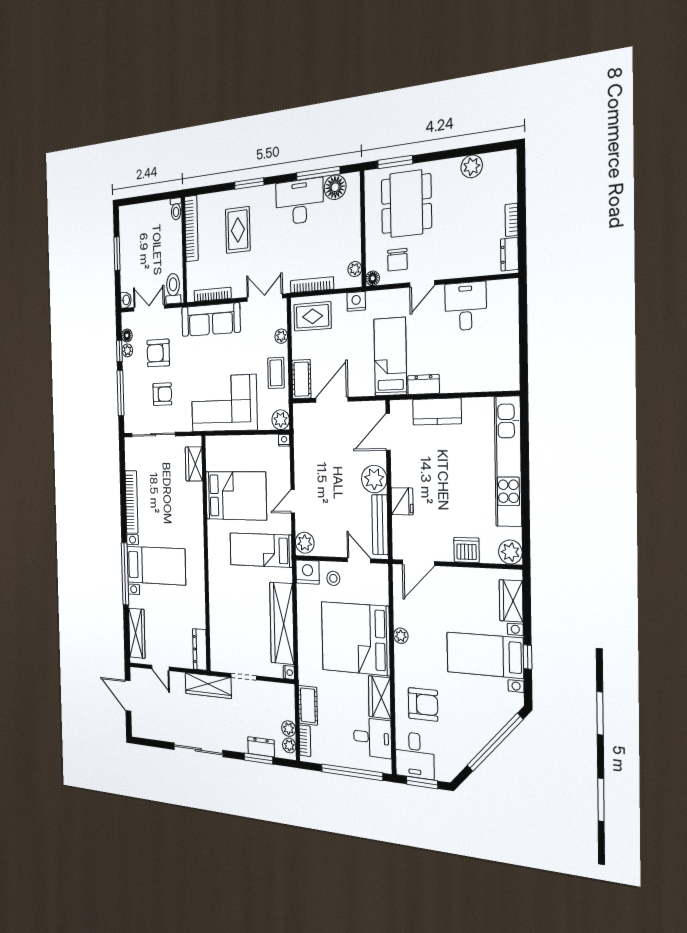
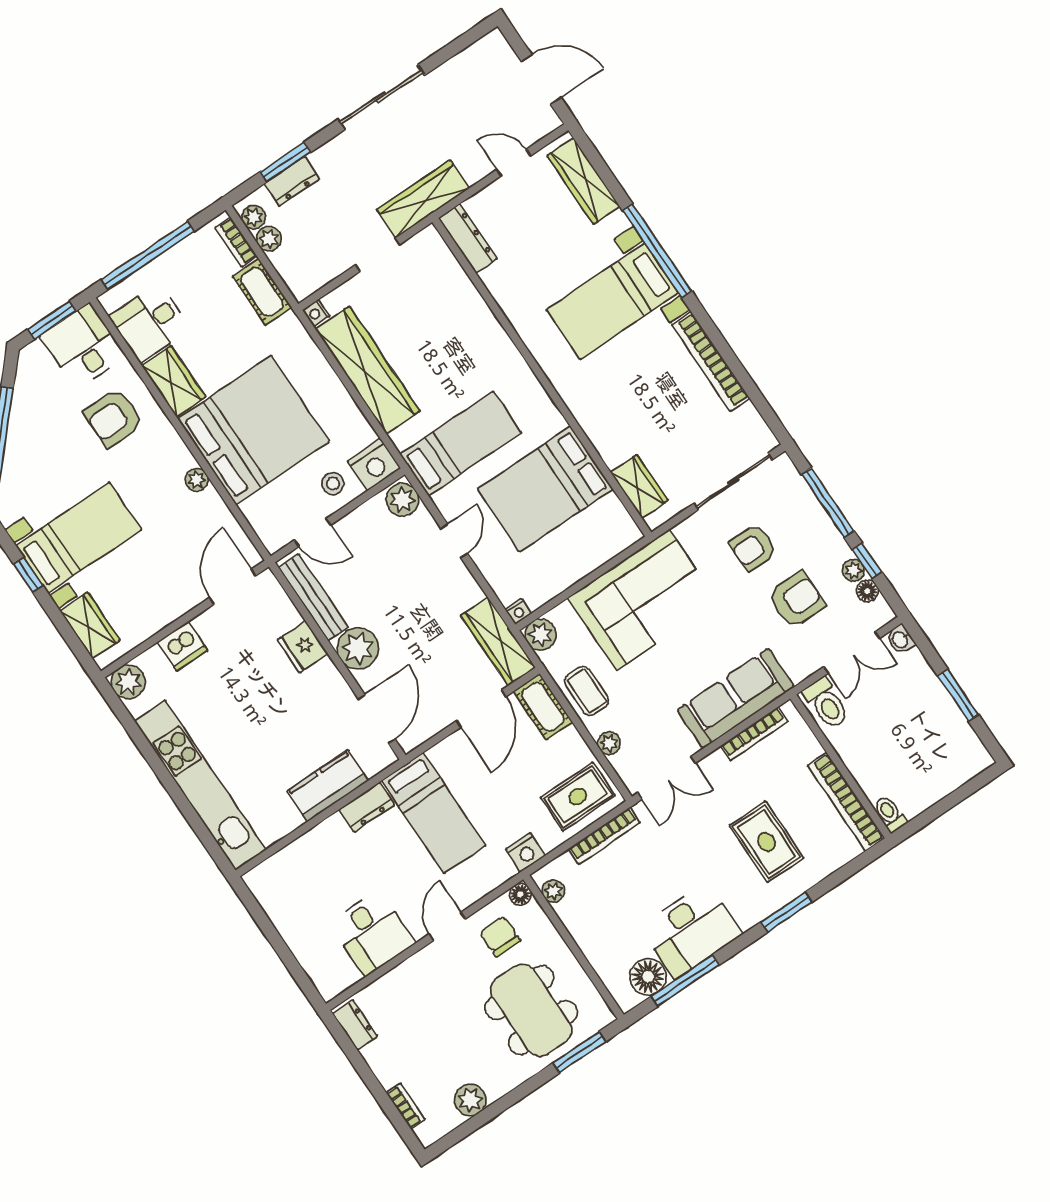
bookcase: (512, 220) -> (406, 1106), moved
wardrobe: (303, 431) -> (498, 641), added

